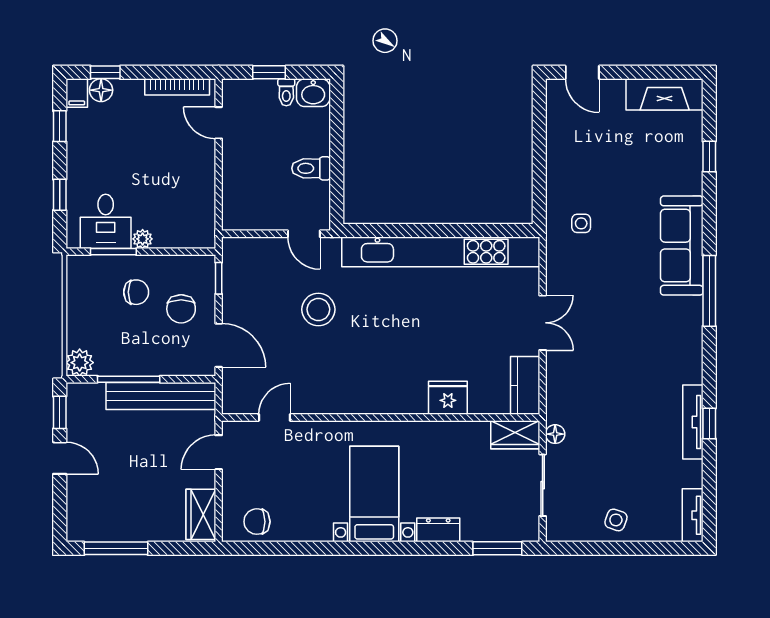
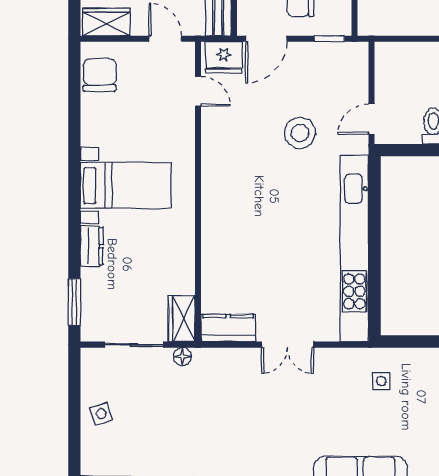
fridge: (448, 398) -> (224, 57), moved, turned 90
side table: (616, 520) -> (101, 414), turned -37
chair: (257, 522) -> (100, 75), width x1.37, depth x1.37

